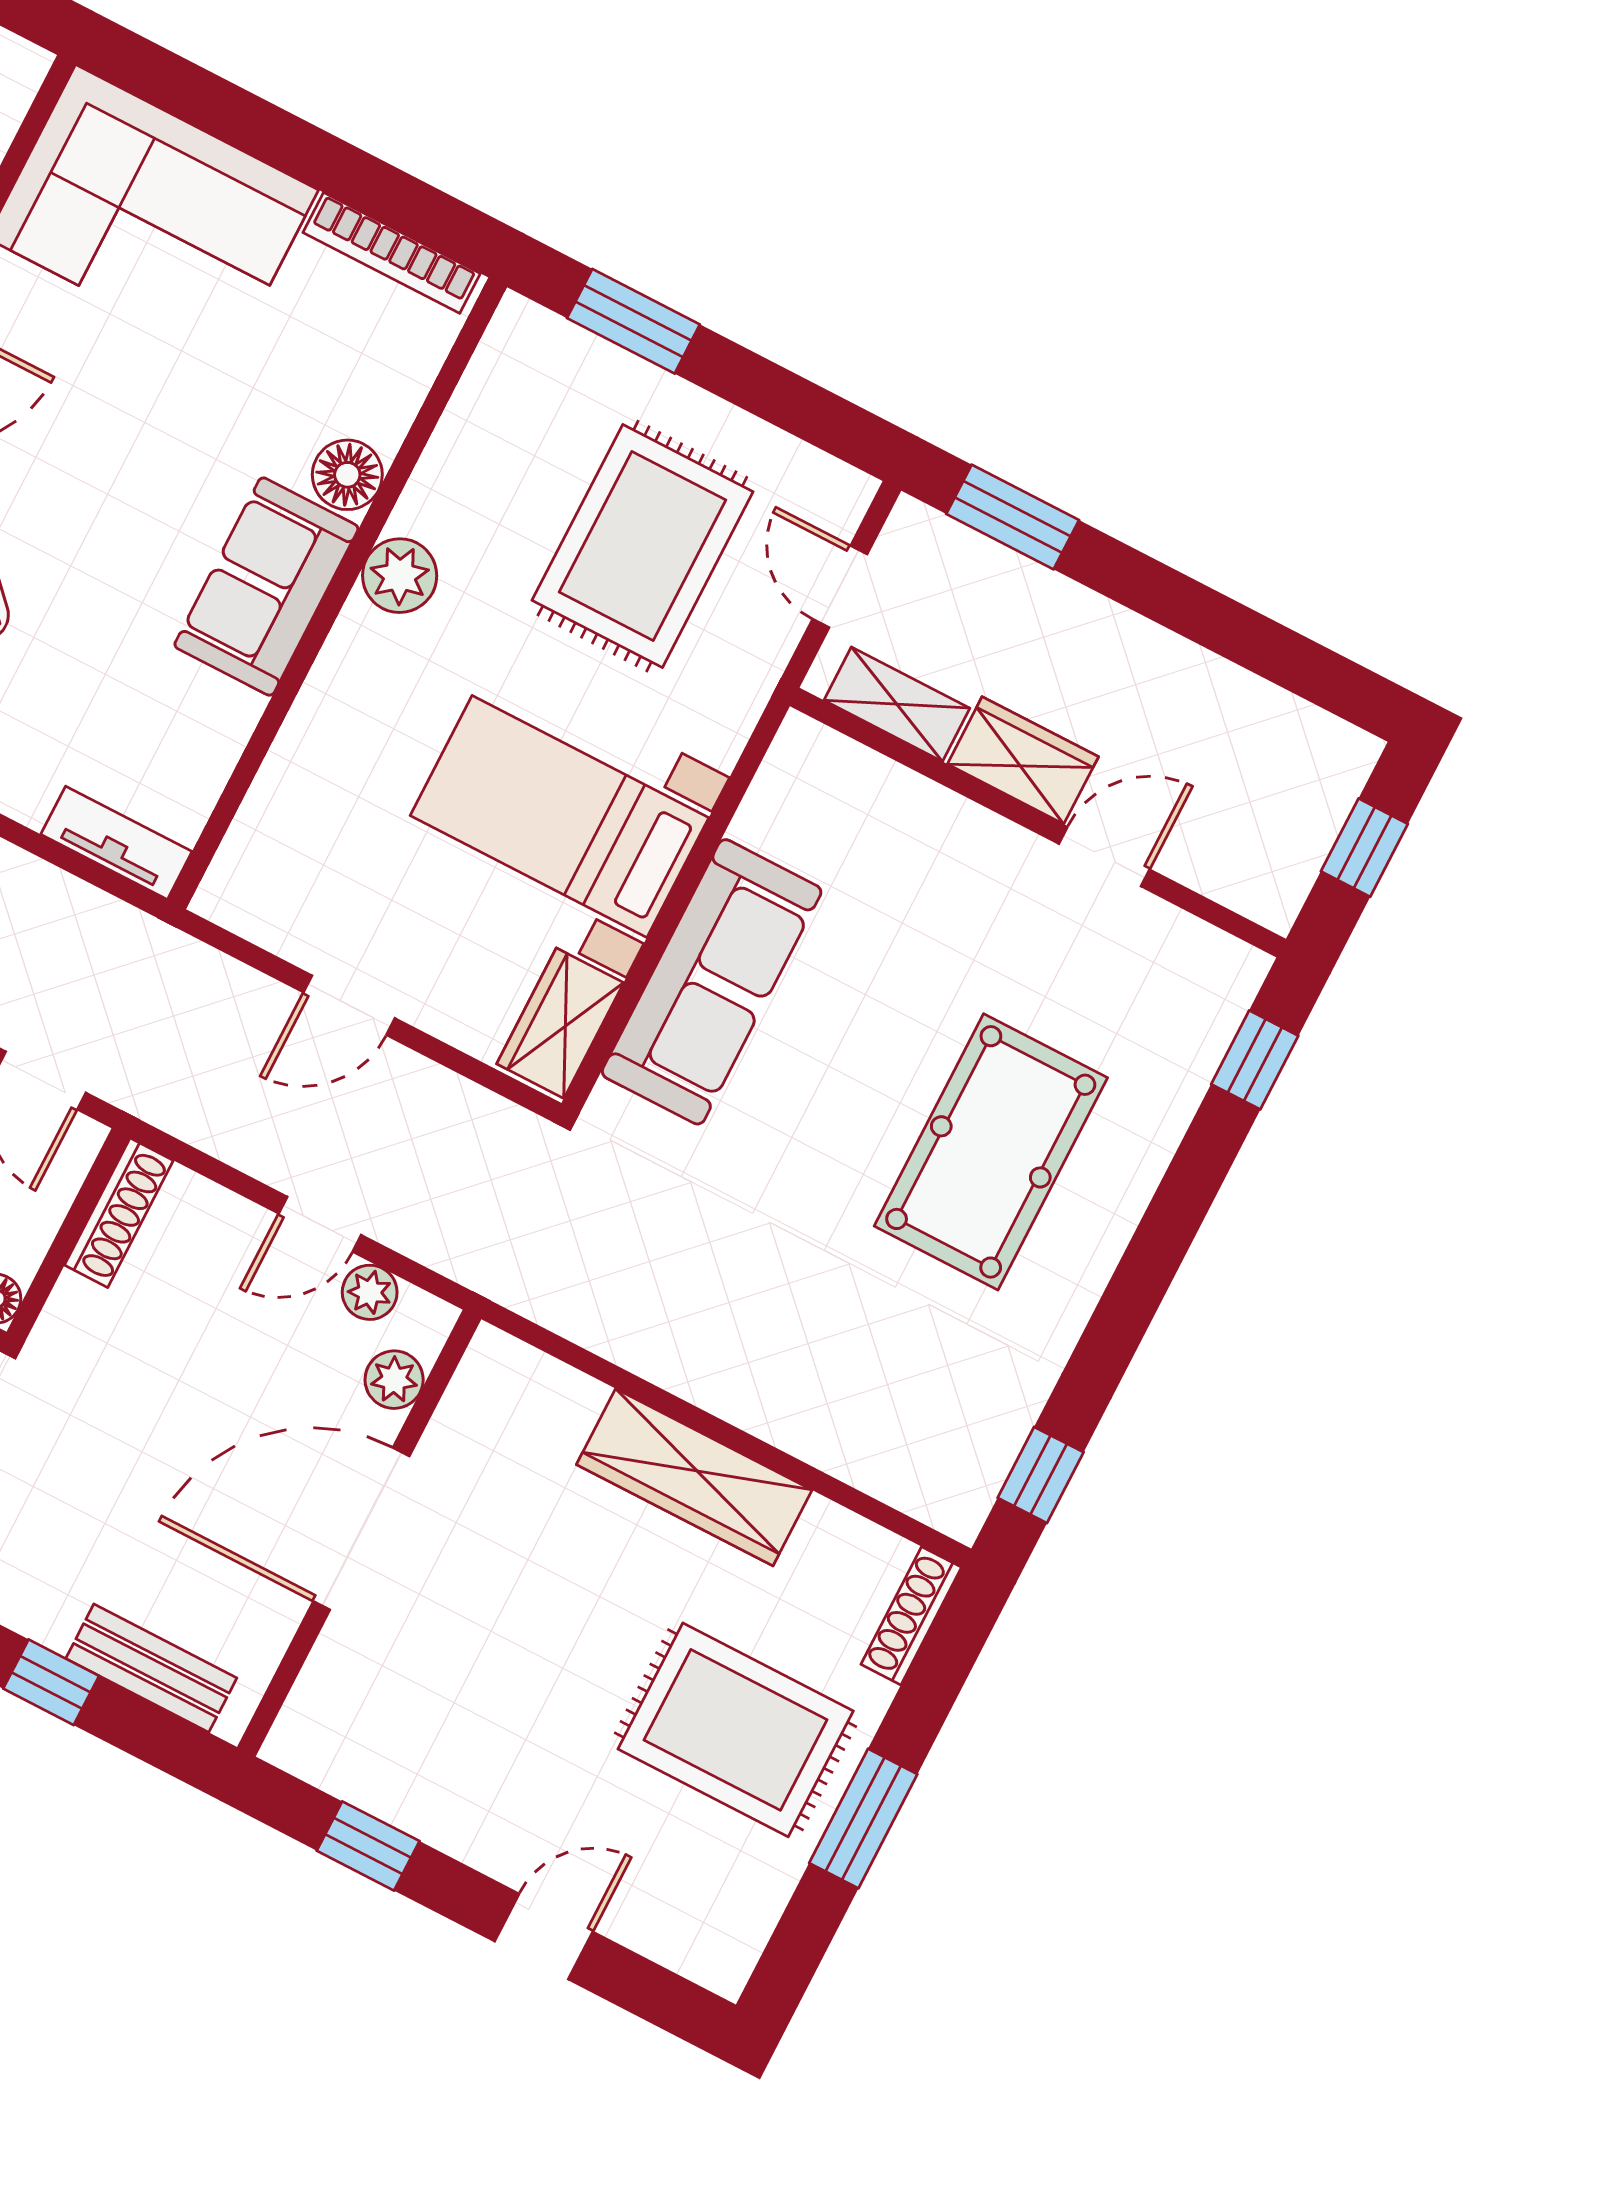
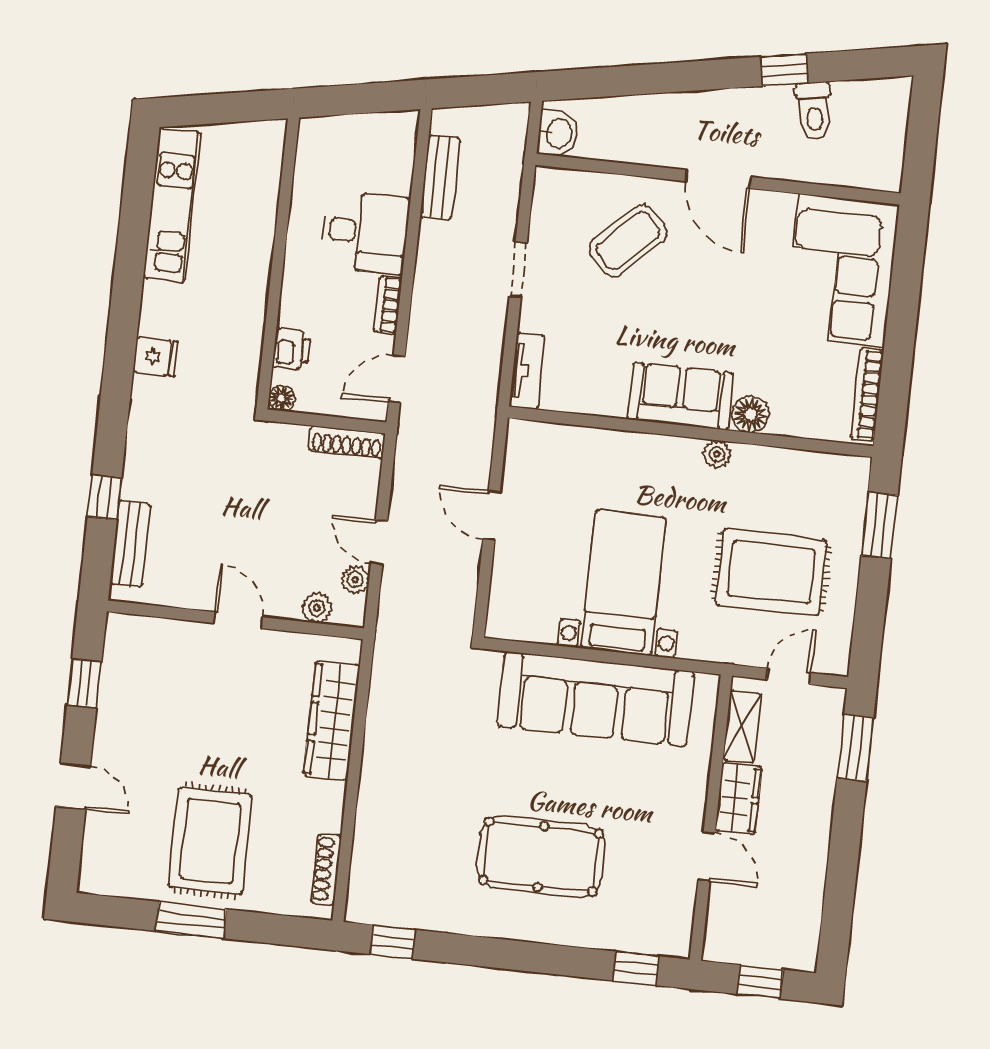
plant: (400, 576) -> (717, 454), width x0.73, depth x0.73
sofa: (712, 982) -> (596, 699), width x1.36, depth x1.27
wardrobe: (560, 1023) -> (523, 622), removed
wardrobe: (694, 1477) -> (332, 720), moved
door: (361, 1529) -> (238, 620), width x0.53
shoe rack: (911, 1616) -> (326, 869), moved, turned -90

